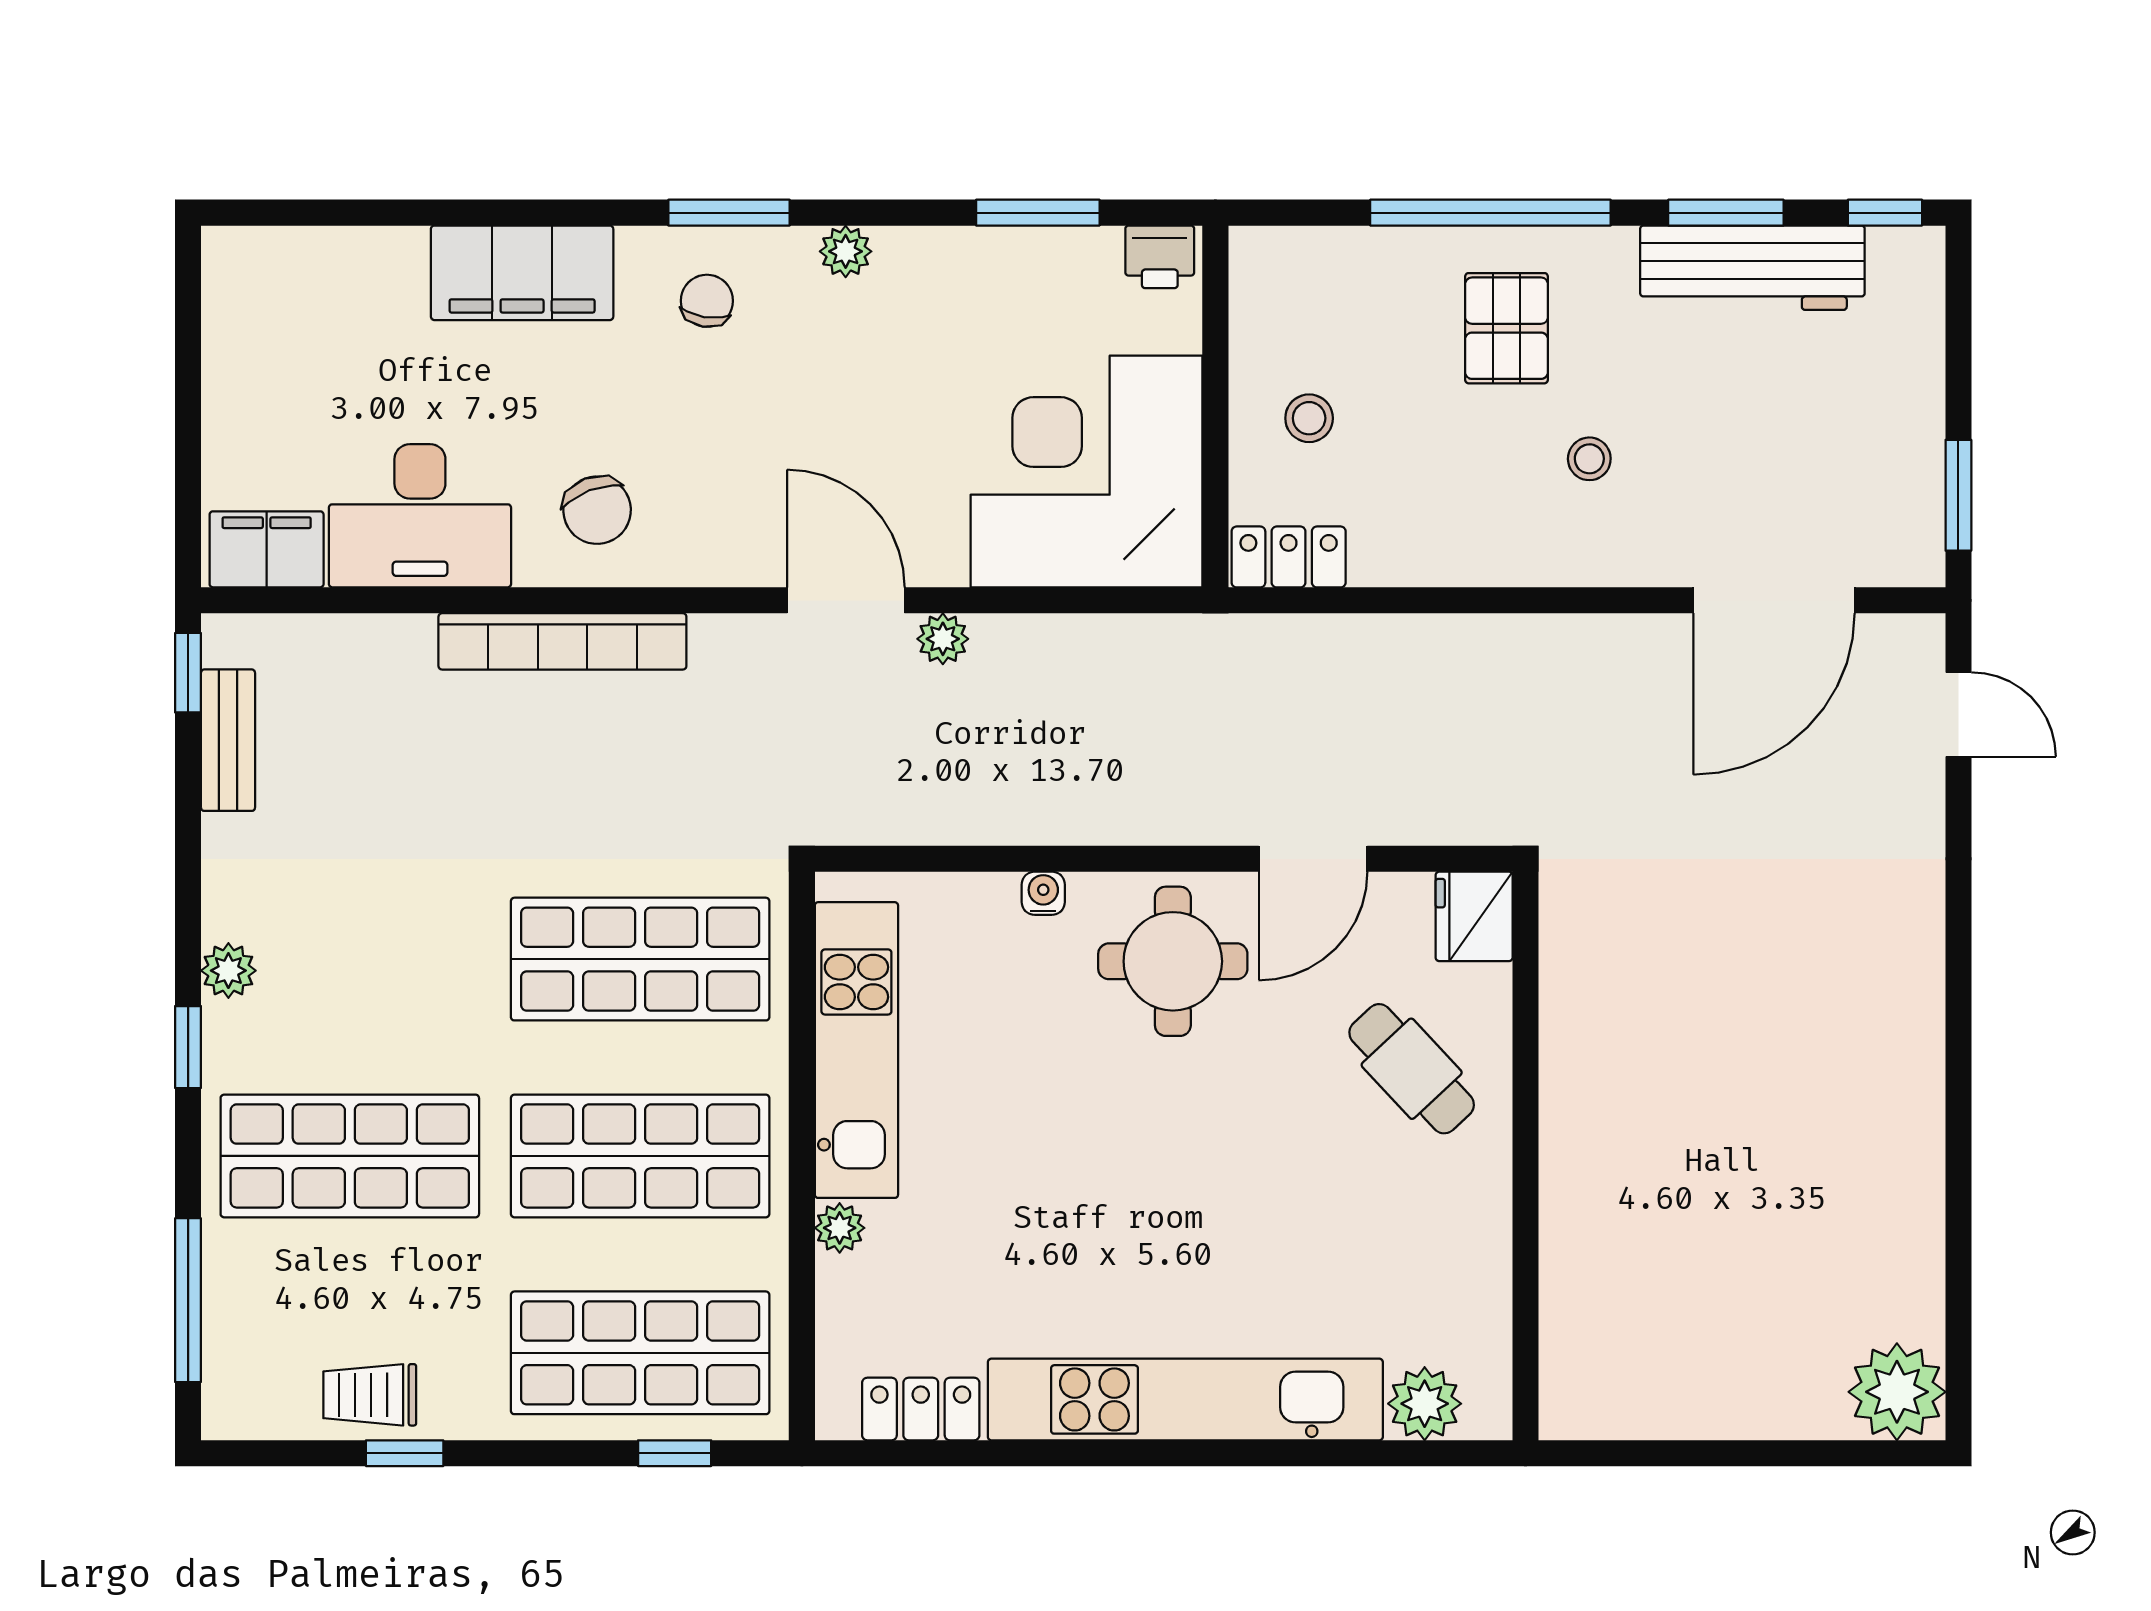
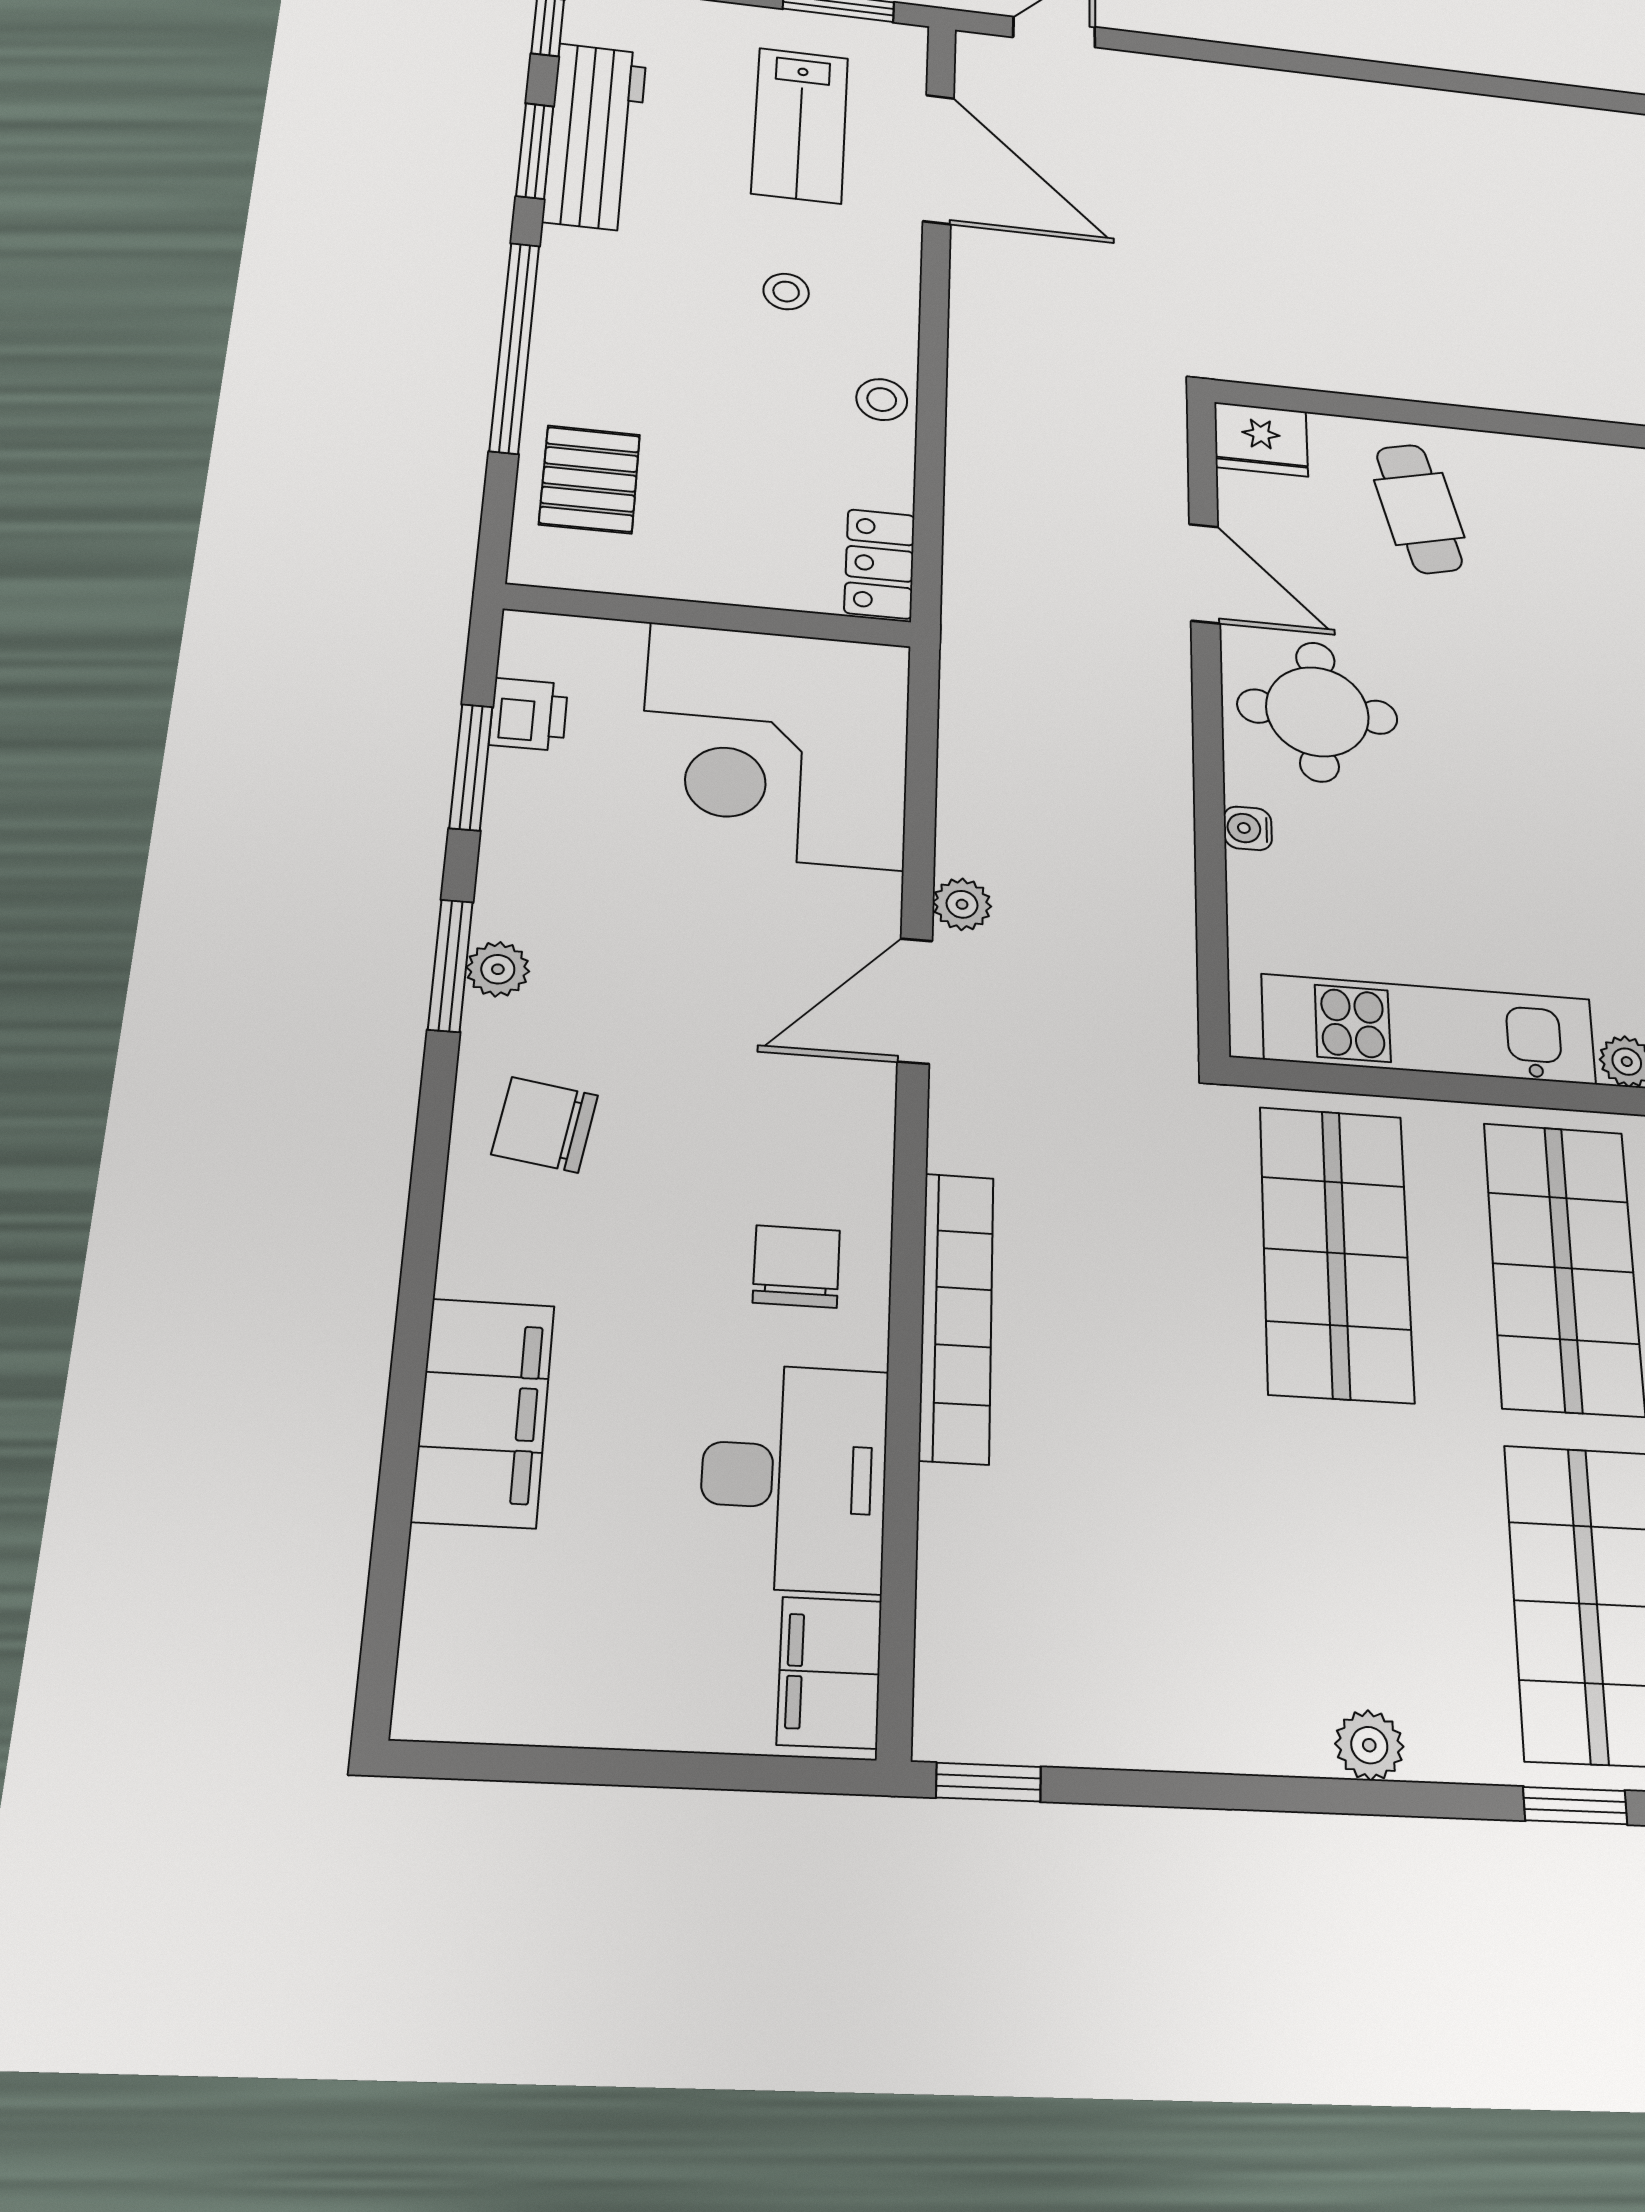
window: (729, 213) -> (450, 965), moved
printer: (1160, 257) -> (529, 714), moved
filing cabinet: (522, 273) -> (483, 1412), moved
chair: (707, 301) -> (545, 1125), width x1.37, depth x1.37
pallet: (1507, 328) -> (590, 479), moved, turned 90
stool: (1309, 418) -> (882, 400), moved
lab bench: (1796, 463) -> (800, 125), added
chair: (597, 510) -> (796, 1267), turned -69
bench: (228, 740) -> (1077, 1733), removed
window: (188, 1047) -> (1575, 1806), moved
cafe table: (1412, 1069) -> (1419, 509), turned -61

